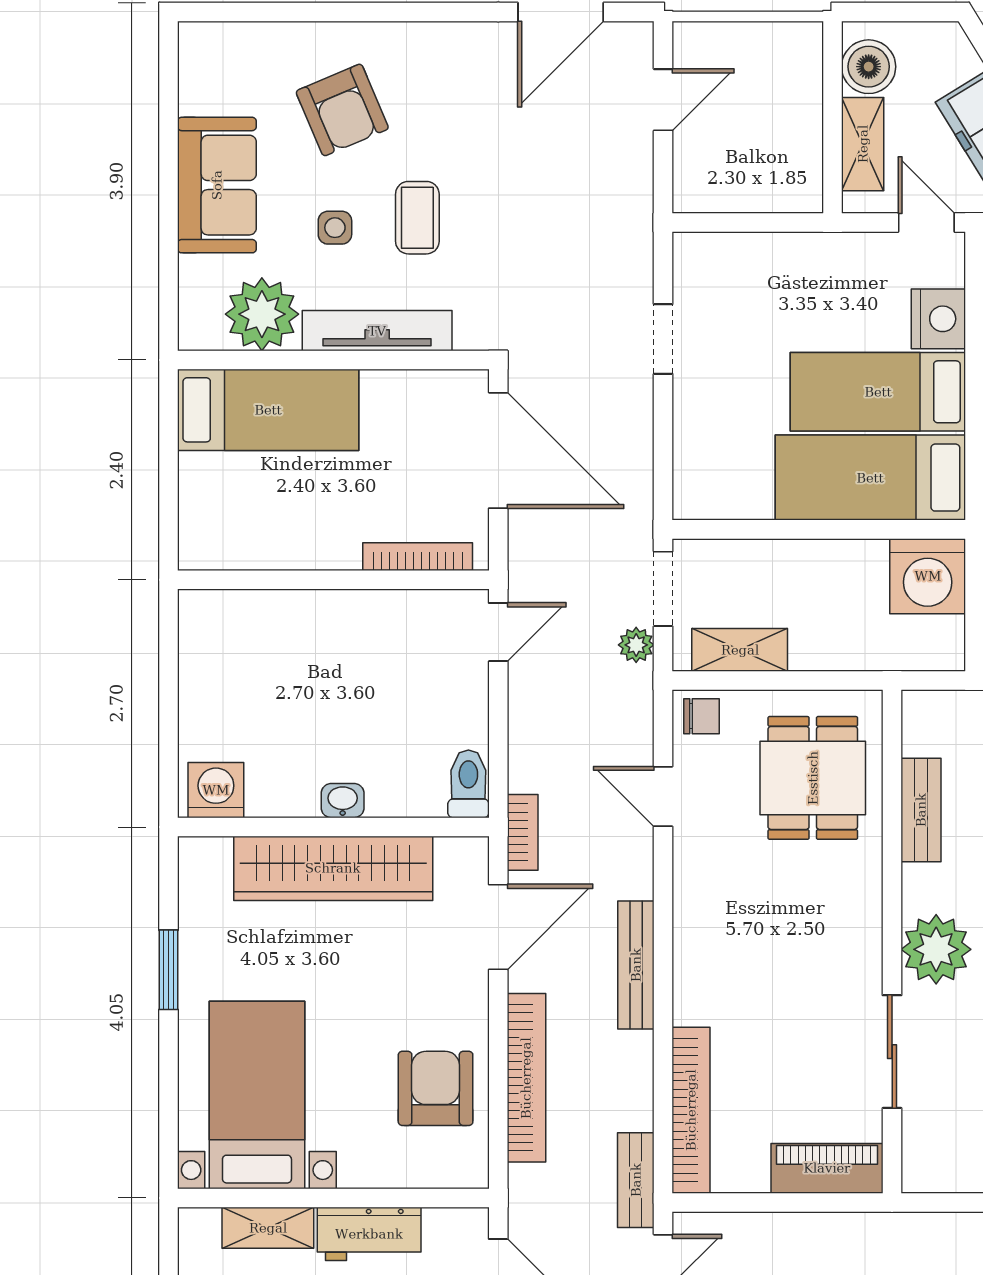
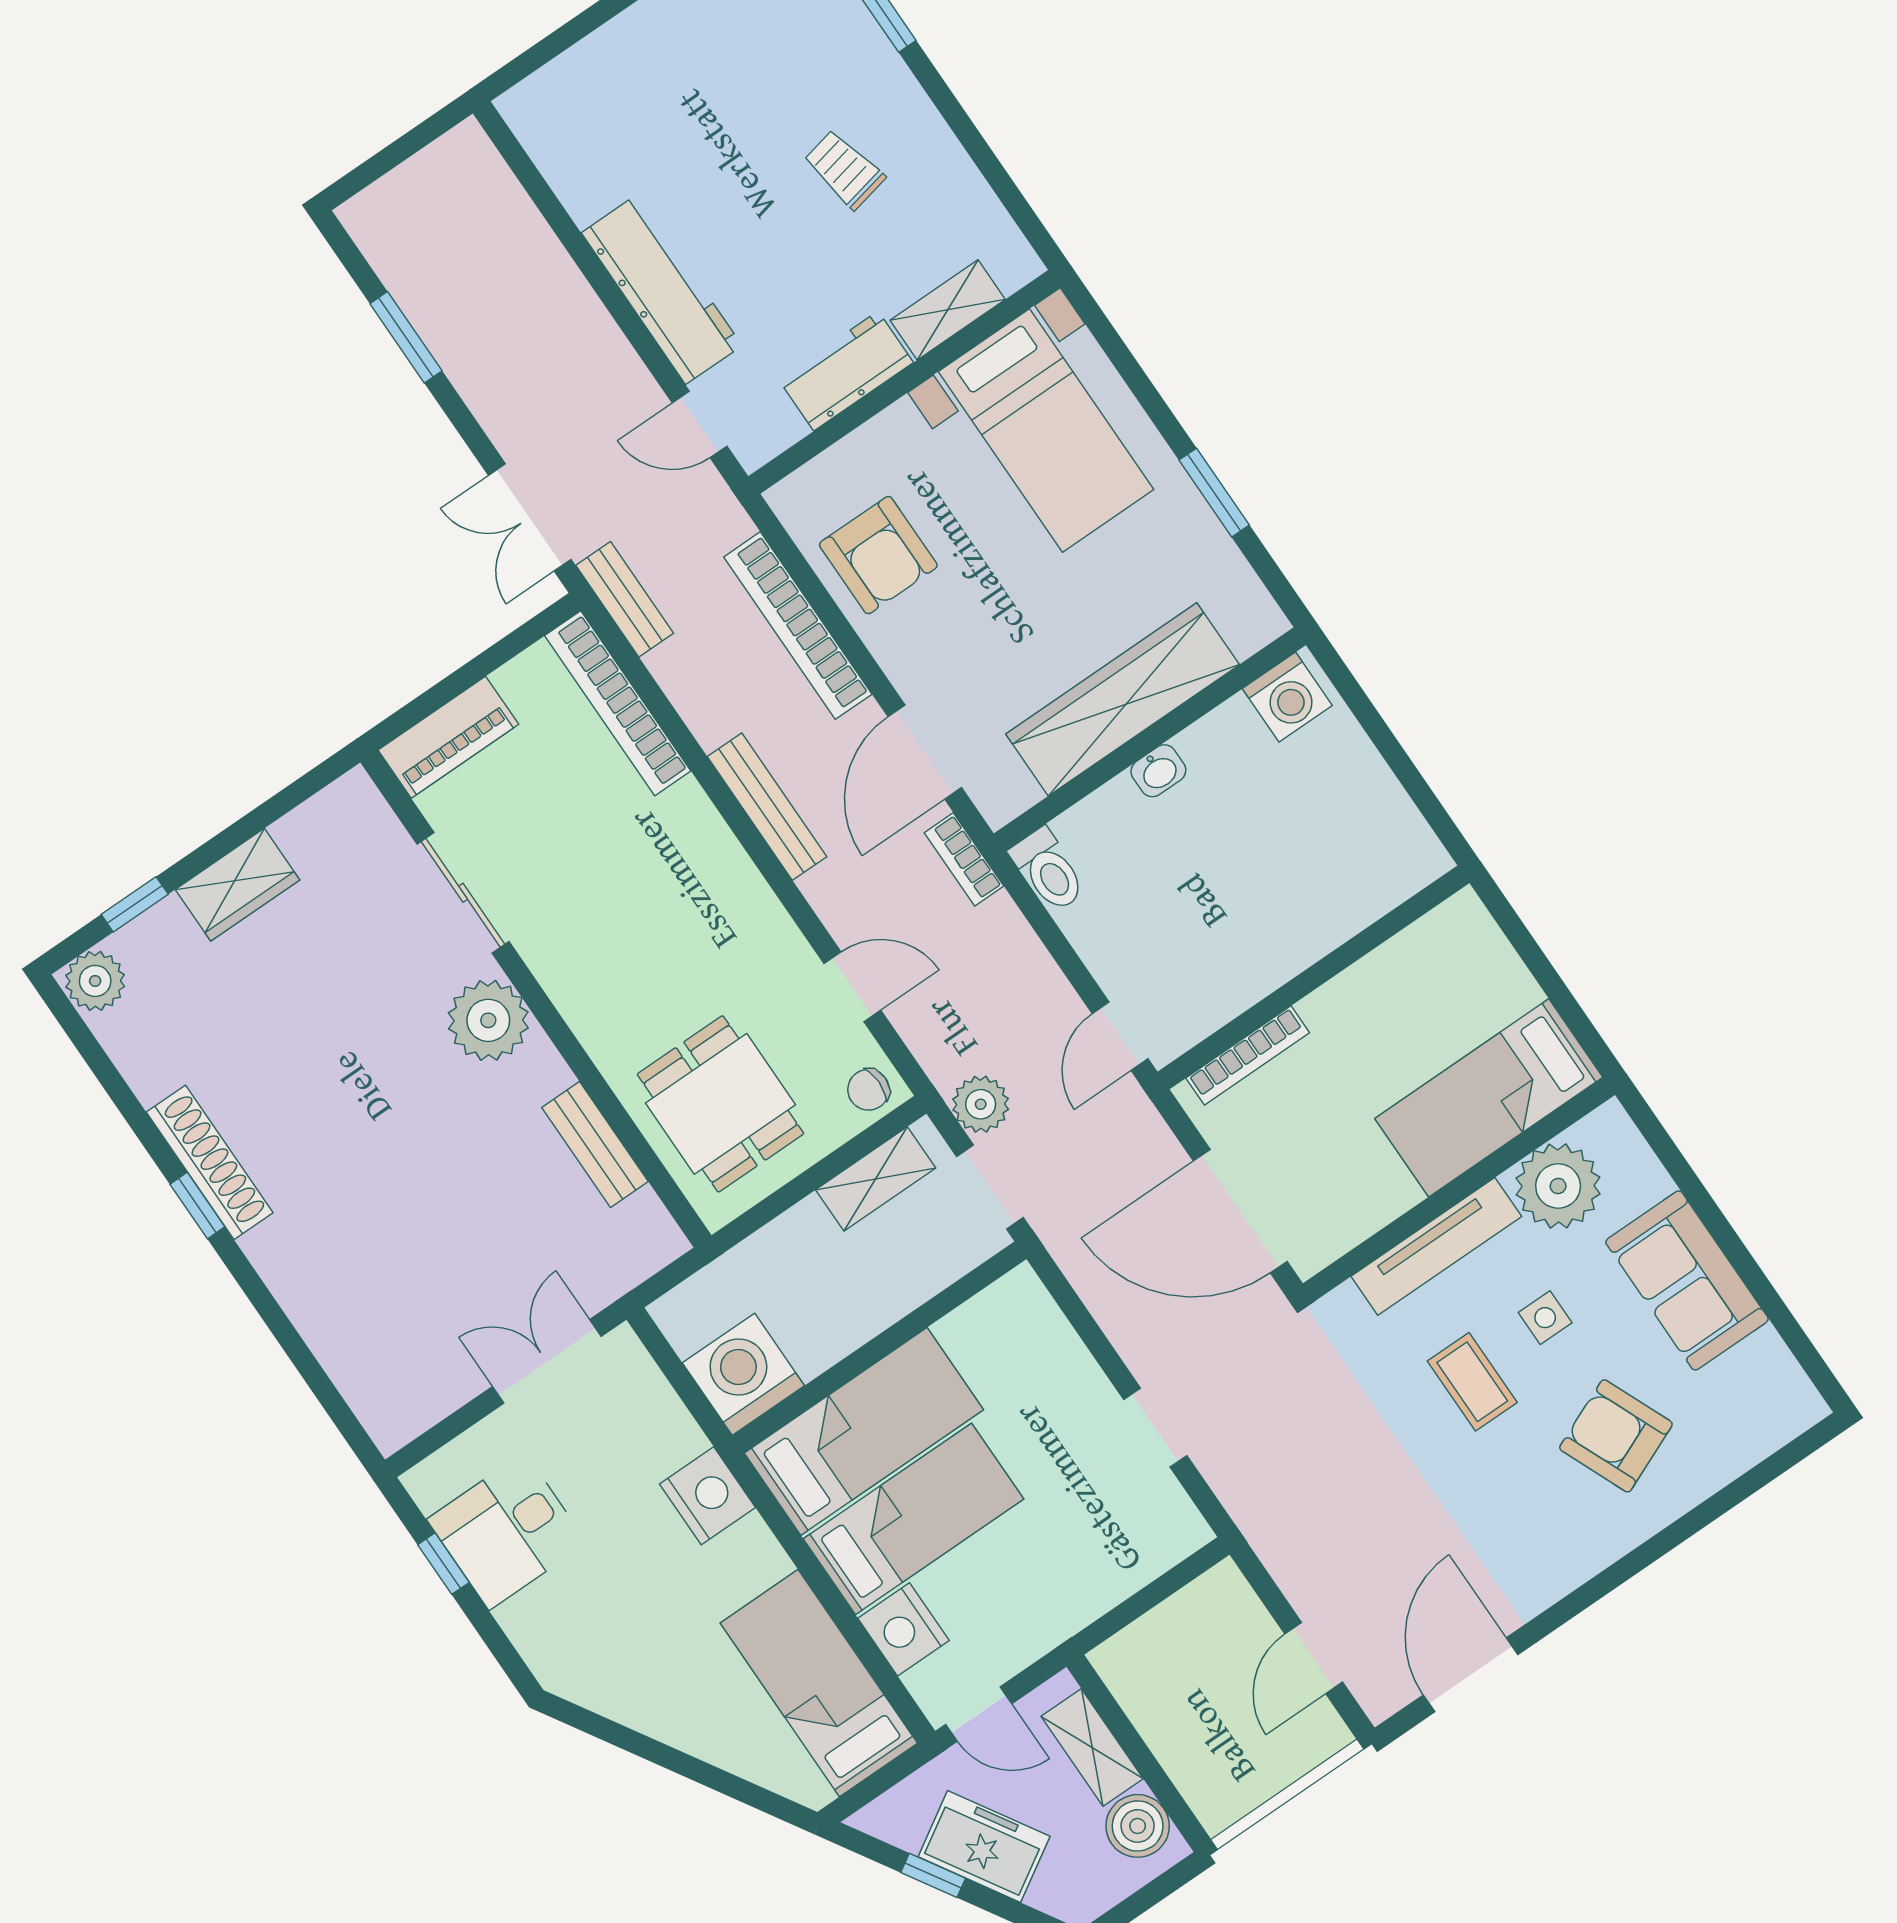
plant: (636, 645) -> (981, 1104), width x1.38, depth x1.38

